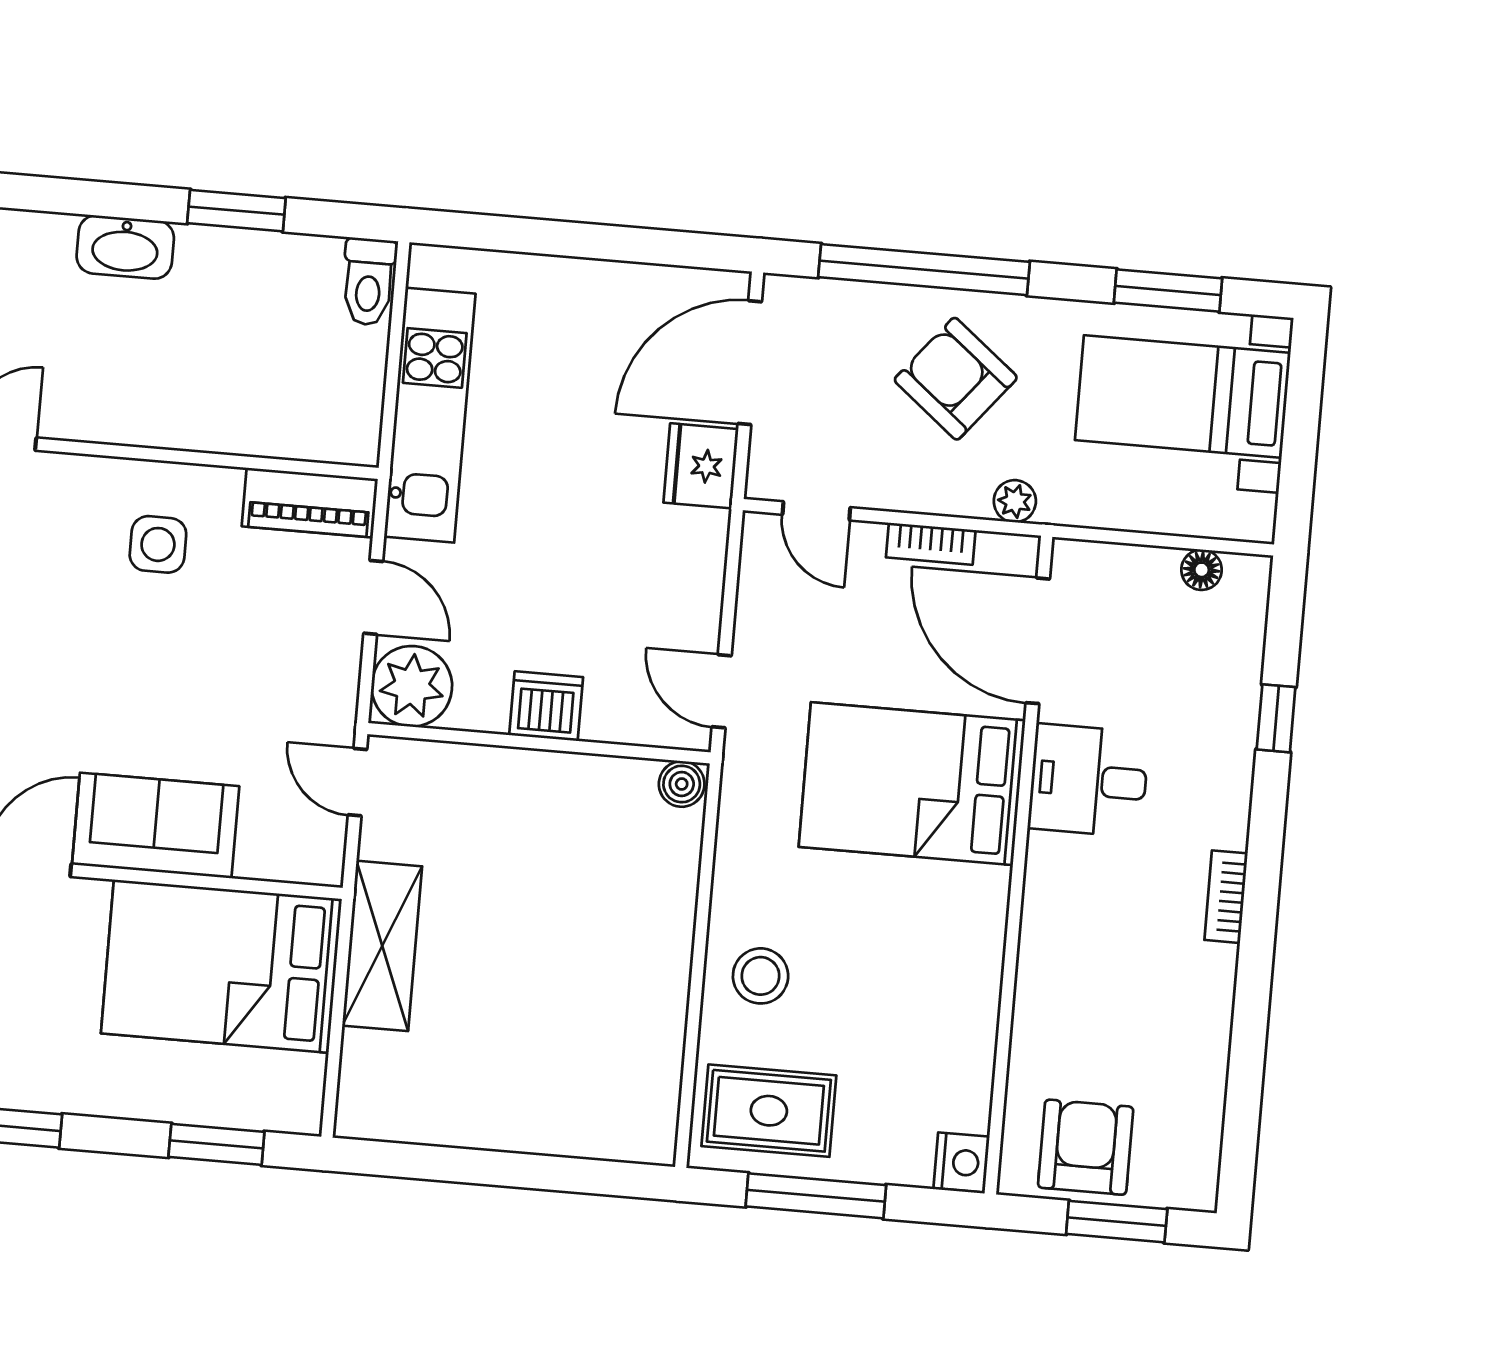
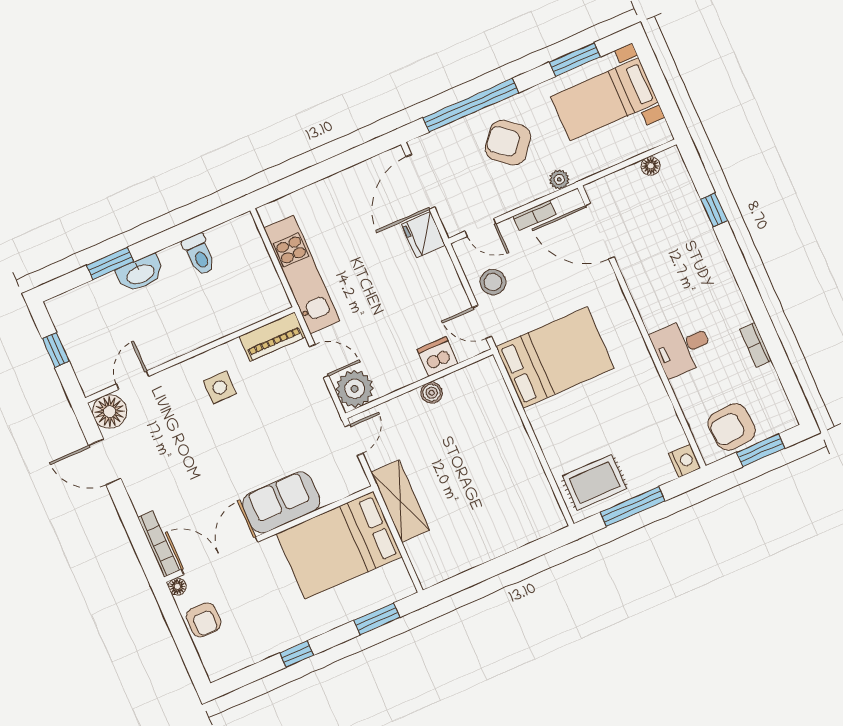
window: (236, 211) -> (110, 264), moved
toilet: (369, 282) -> (199, 255), moved
dishwasher: (546, 706) -> (437, 357), moved
desk: (1089, 780) -> (682, 347), moved
door: (357, 782) -> (354, 440), swing flipped
boiler: (682, 784) -> (432, 393), moved
bed: (912, 784) -> (555, 358), moved, turned 180
bookcase: (1226, 897) -> (756, 345), moved
stool: (761, 976) -> (493, 282), moved
armchair: (1086, 1147) -> (732, 427), turned -94

